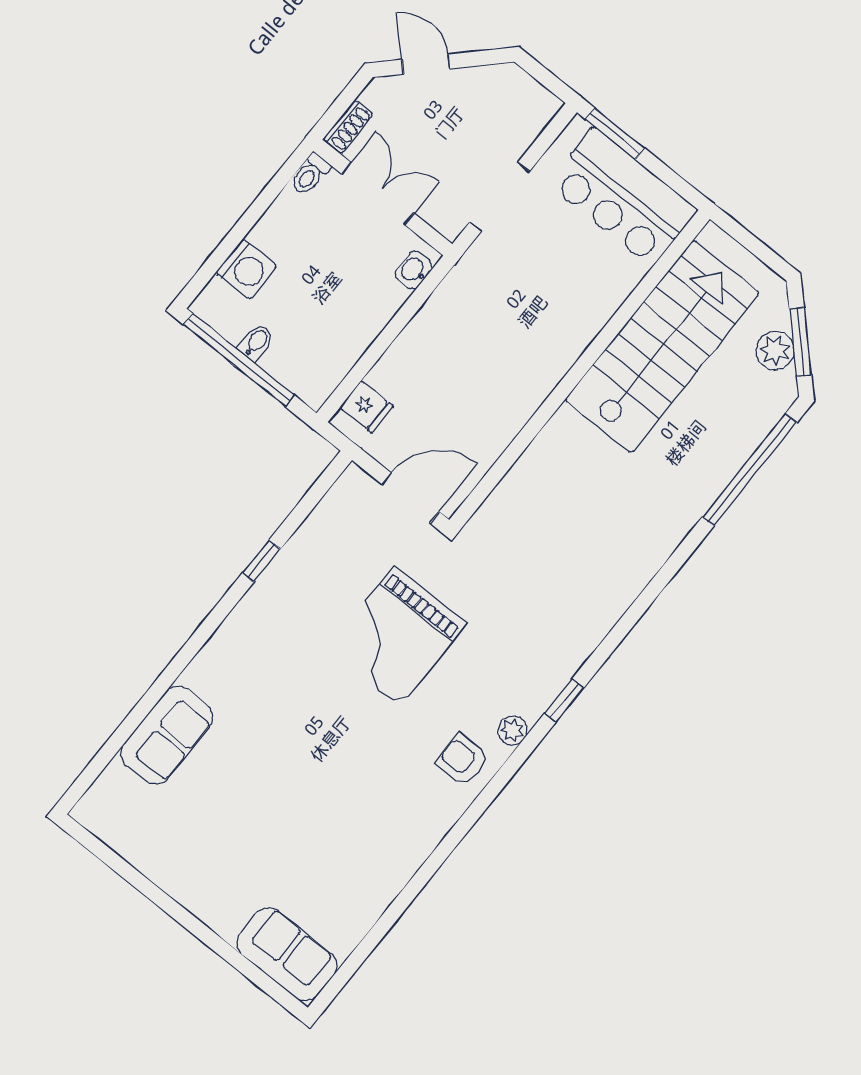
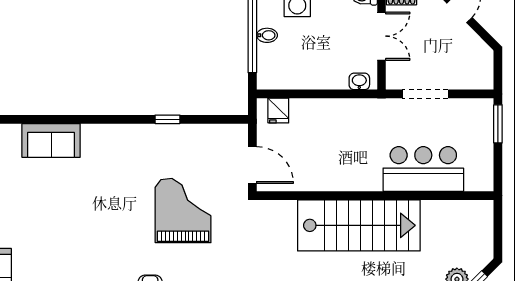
bar counter: (623, 197) -> (423, 169), moved, turned 90
stairs: (662, 346) -> (359, 225), moved
grand piano: (397, 636) -> (183, 211), turned 90

